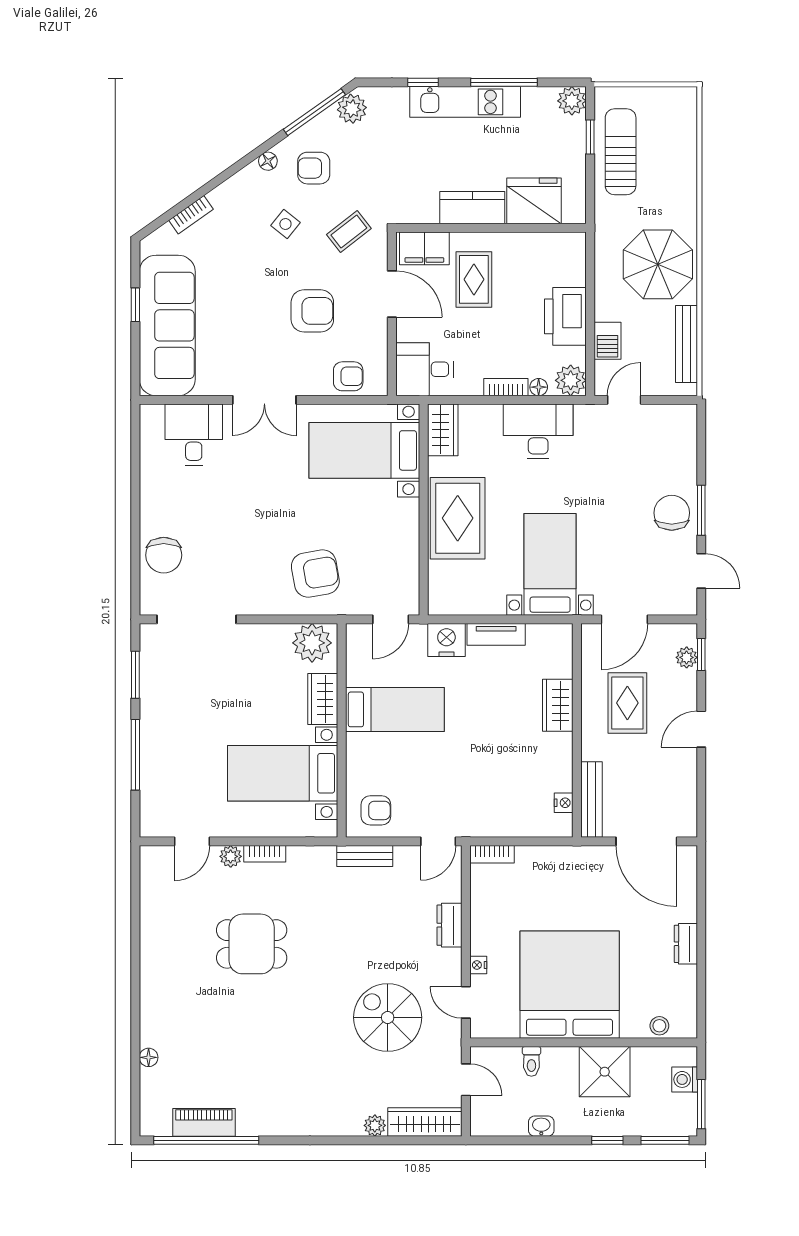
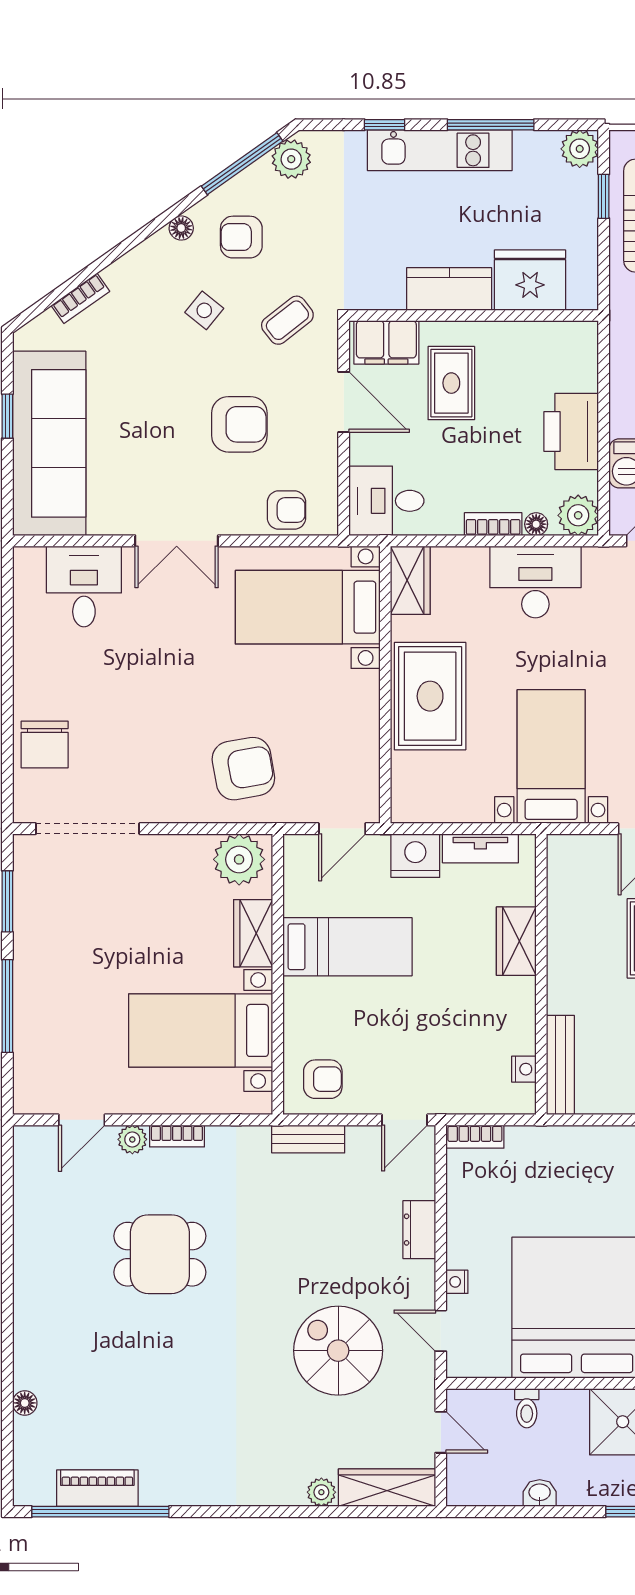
wardrobe: (558, 705) -> (516, 941), moved
wall: (577, 730) -> (541, 974), moved
bench: (592, 800) -> (560, 1065), moved
nightstand: (564, 803) -> (524, 1069), moved

